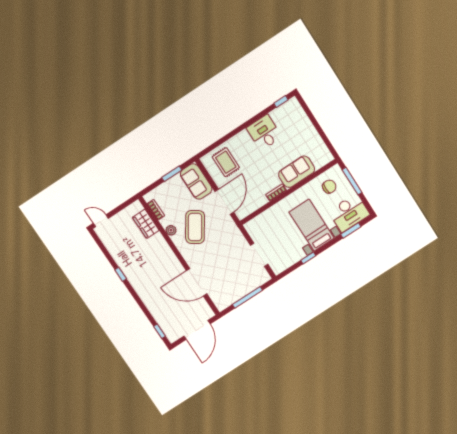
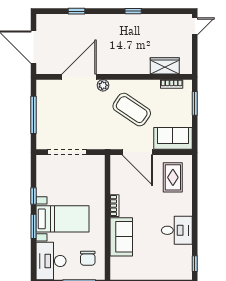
rug: (226, 162) -> (173, 177), turned 90
window: (172, 174) -> (195, 103), moved
plant: (171, 230) -> (103, 85), moved
window: (351, 230) -> (34, 226), moved
doorway: (259, 255) -> (67, 152), width x1.36
window: (159, 331) -> (76, 11), moved

